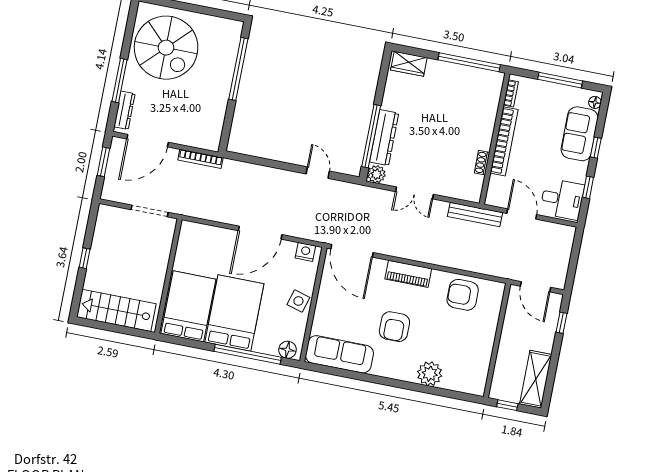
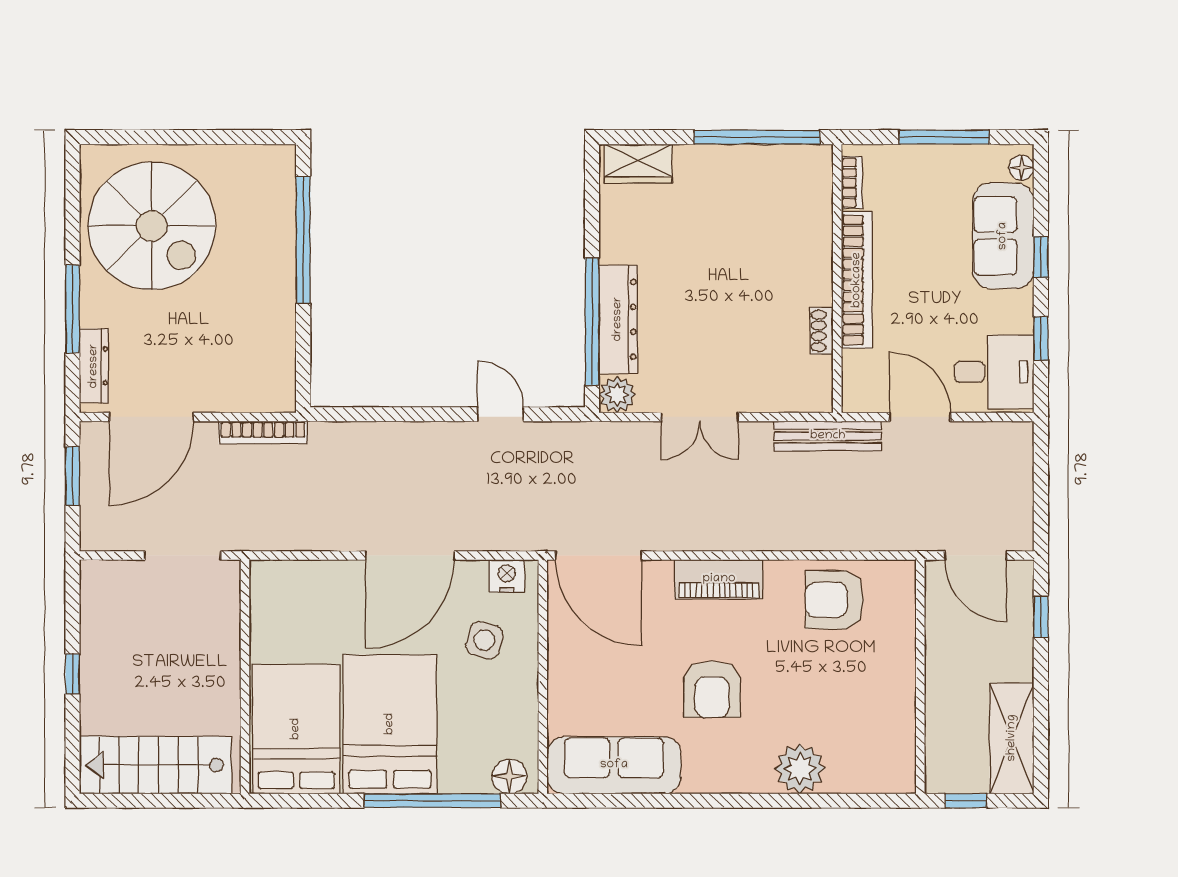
side table: (298, 301) -> (484, 640), moved

